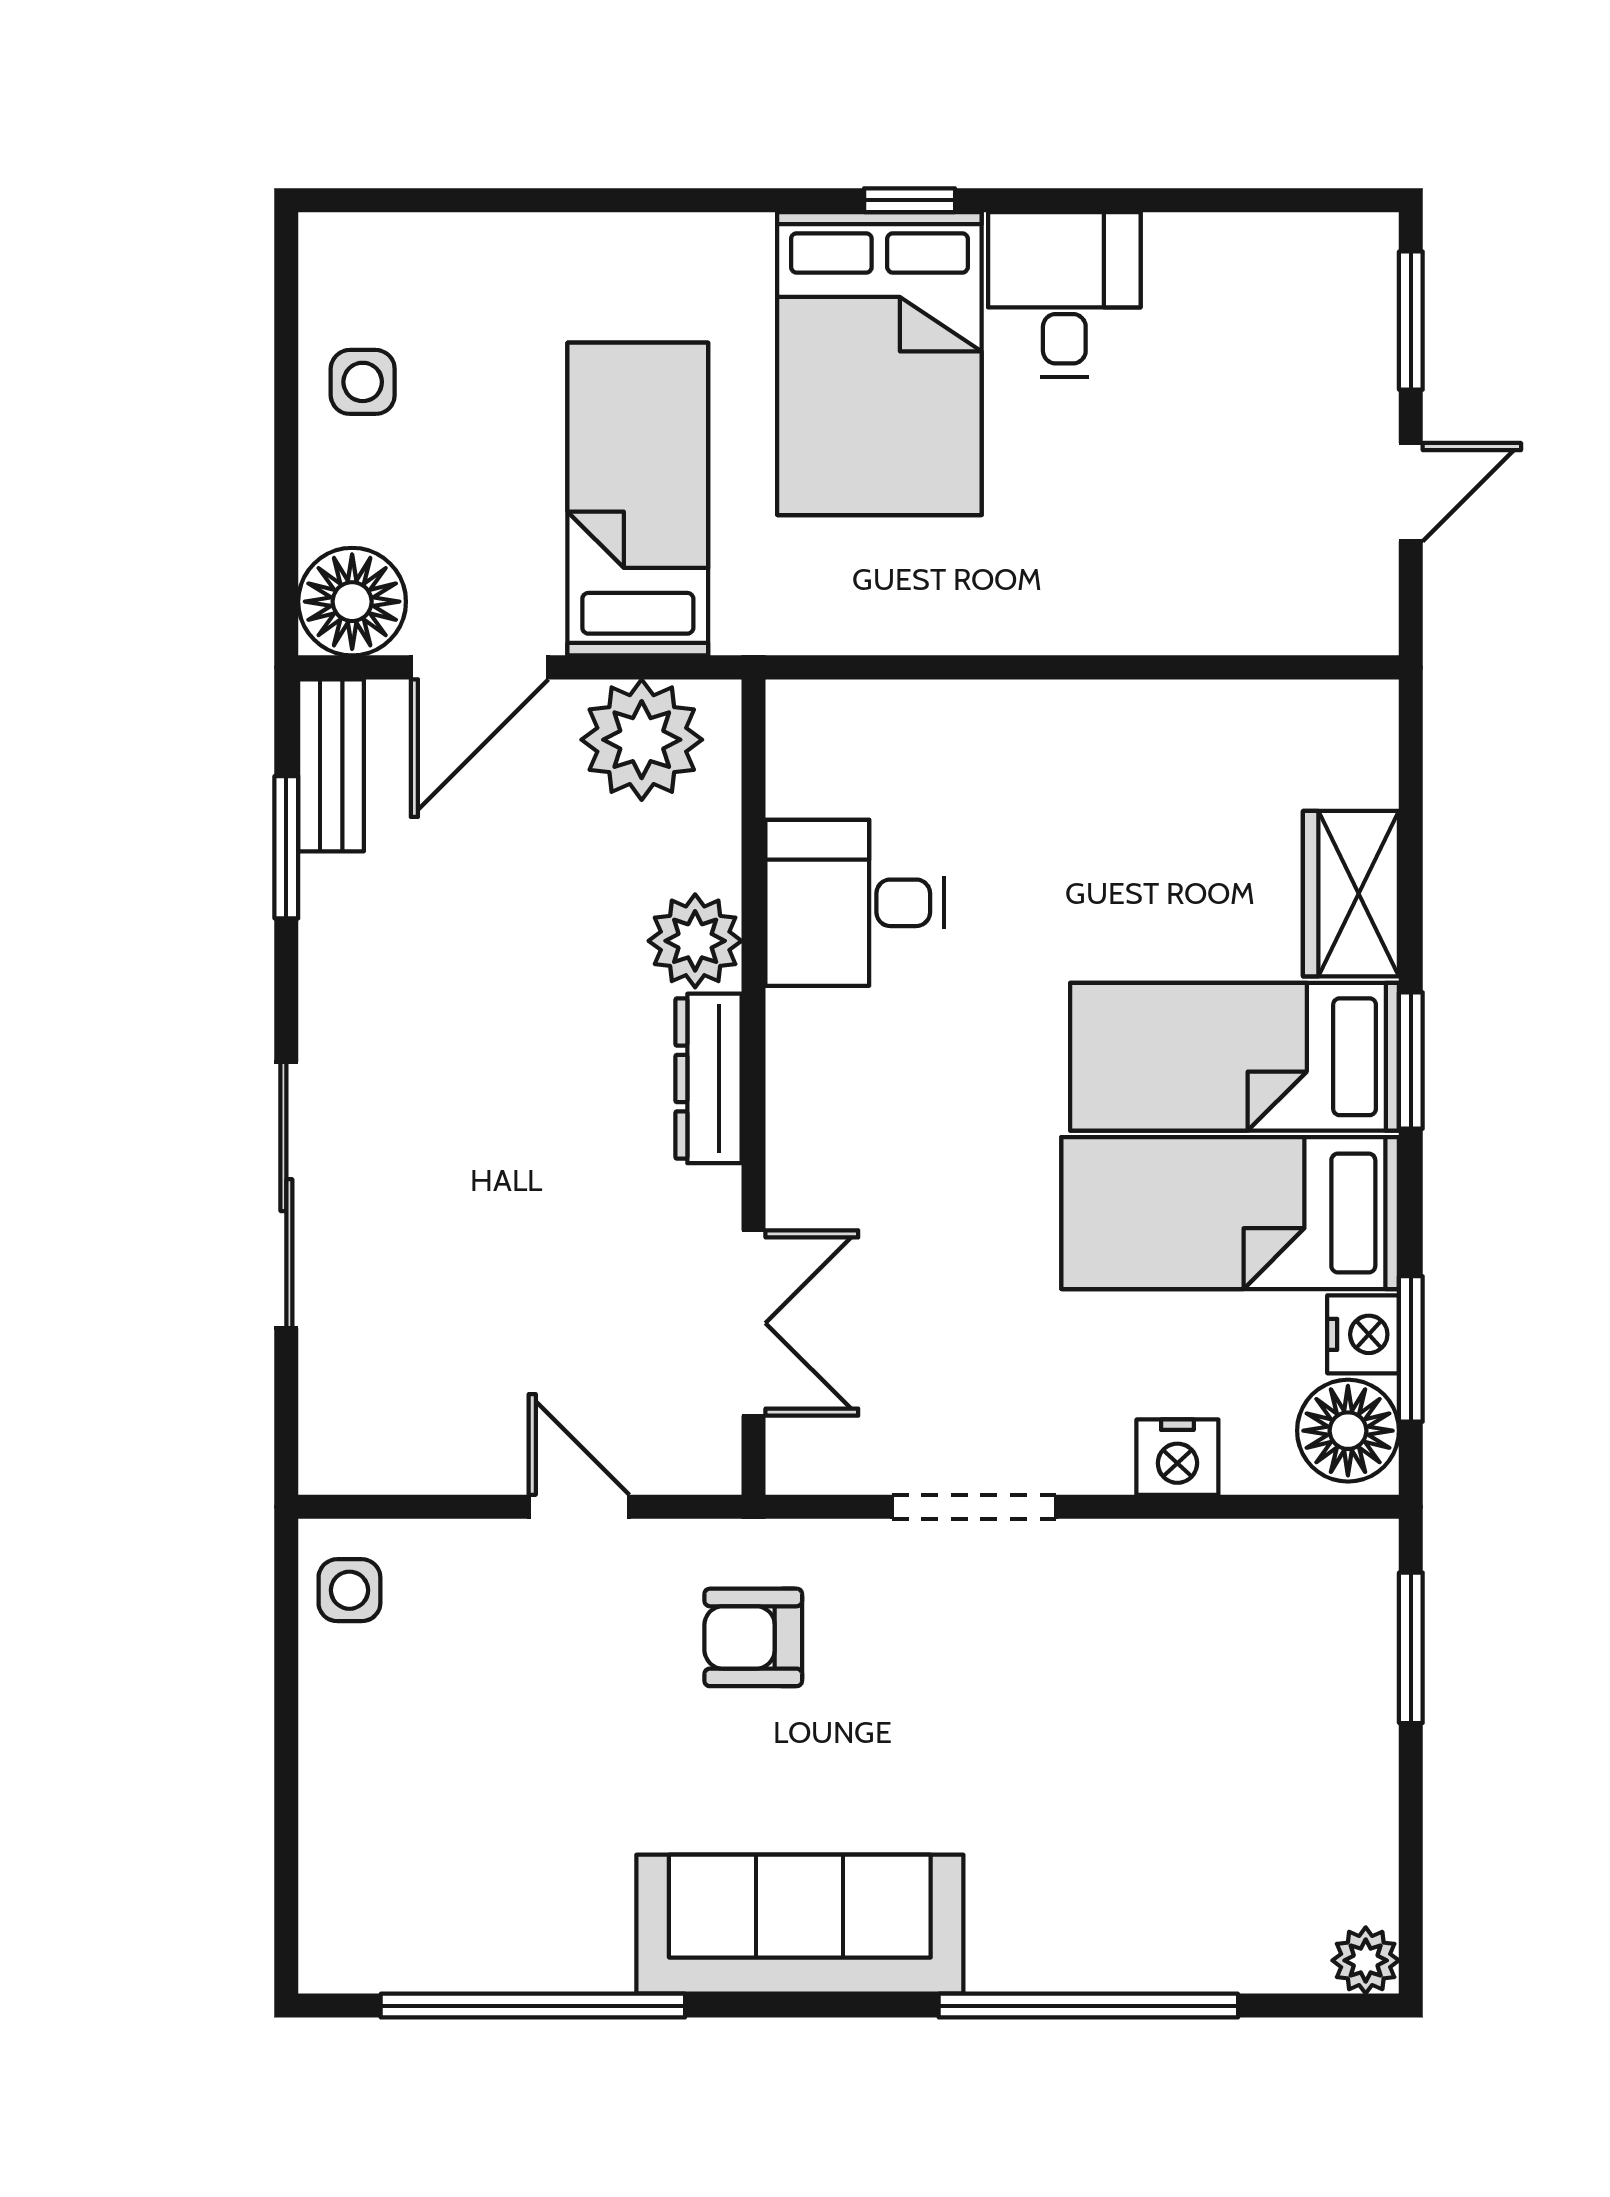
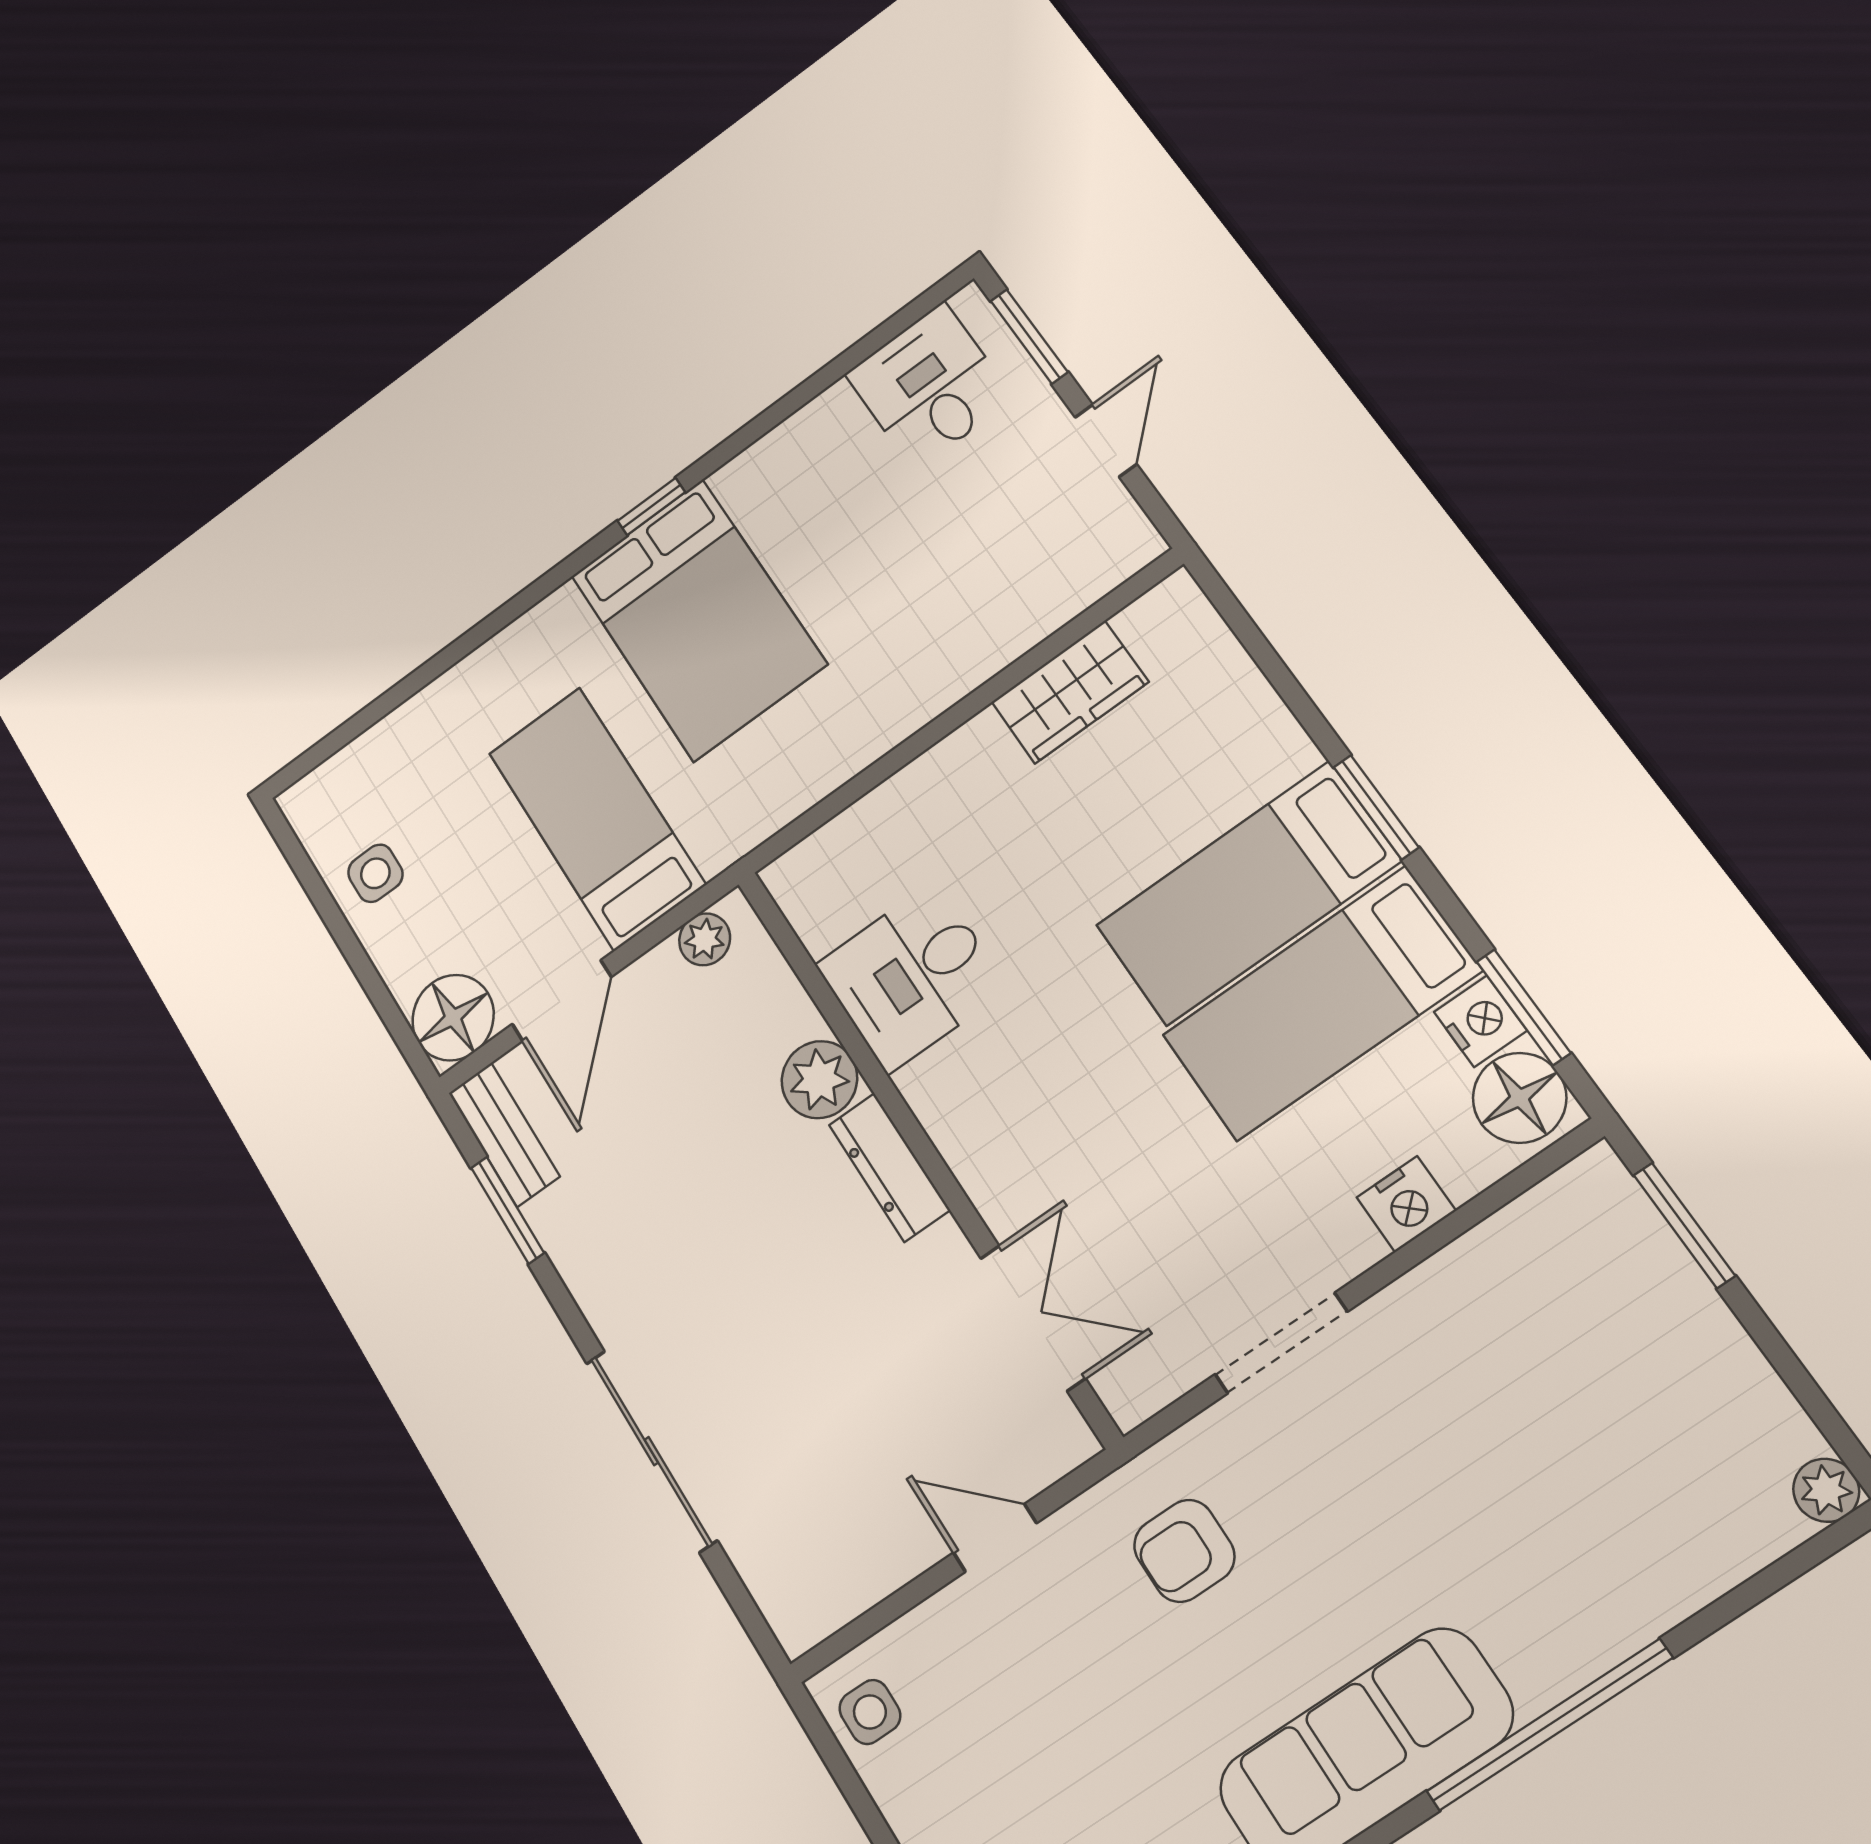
desk: (1064, 294) -> (929, 386), moved
plant: (642, 740) -> (705, 939), width x0.53, depth x0.53
wardrobe: (1351, 894) -> (1070, 692), moved, turned -90
window: (1088, 2006) -> (1549, 1725), moved

